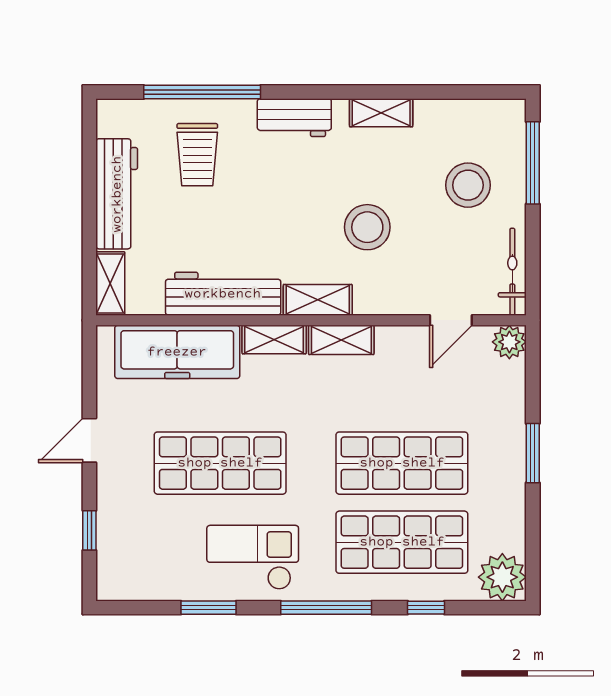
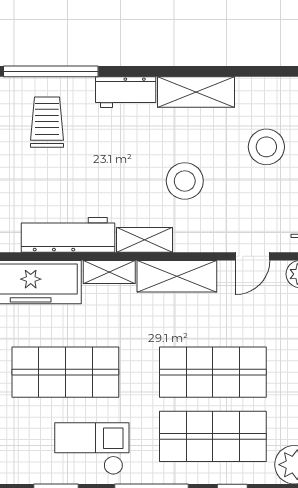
shelving: (381, 113) -> (196, 92), width x1.50, depth x1.33
trolley: (197, 155) -> (47, 122), turned 180
shelving: (341, 340) -> (177, 276), width x1.50, depth x1.33

